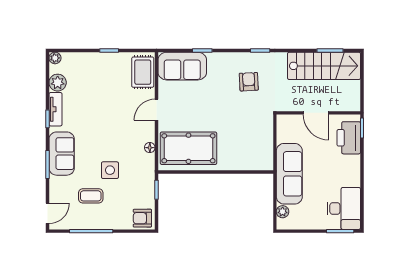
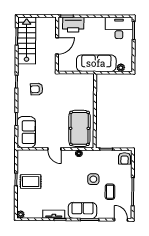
rug: (143, 72) -> (31, 182), moved
plant: (58, 83) -> (37, 213), removed

